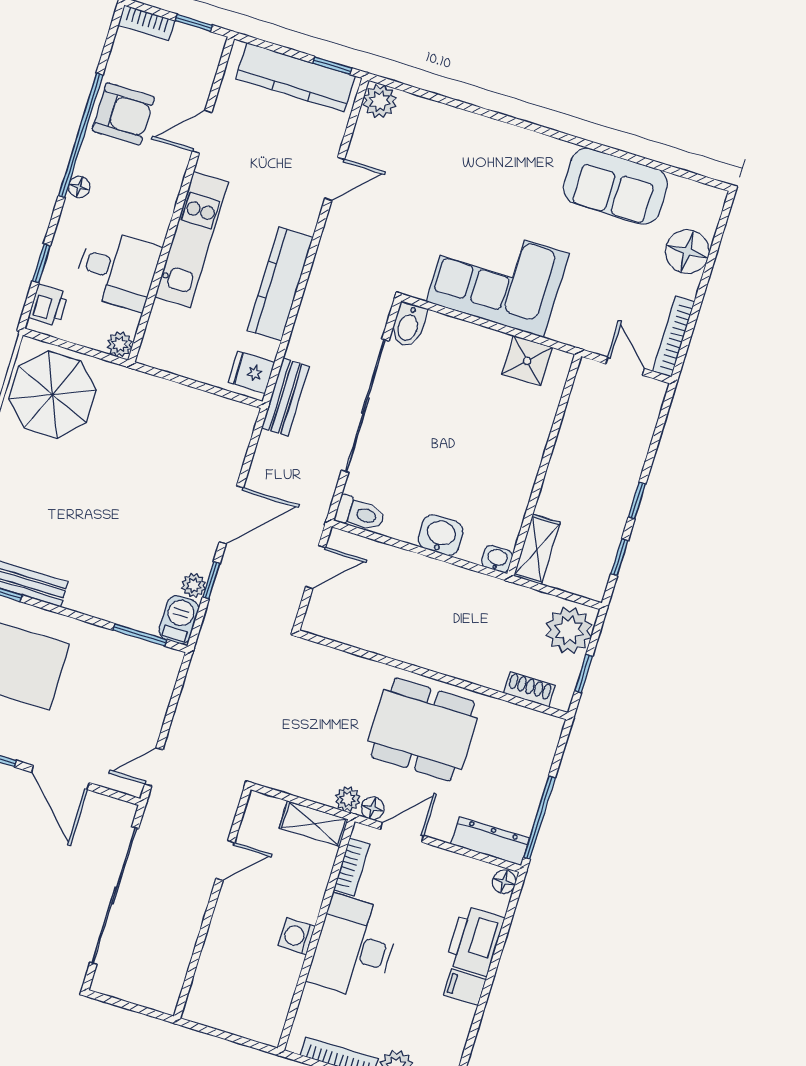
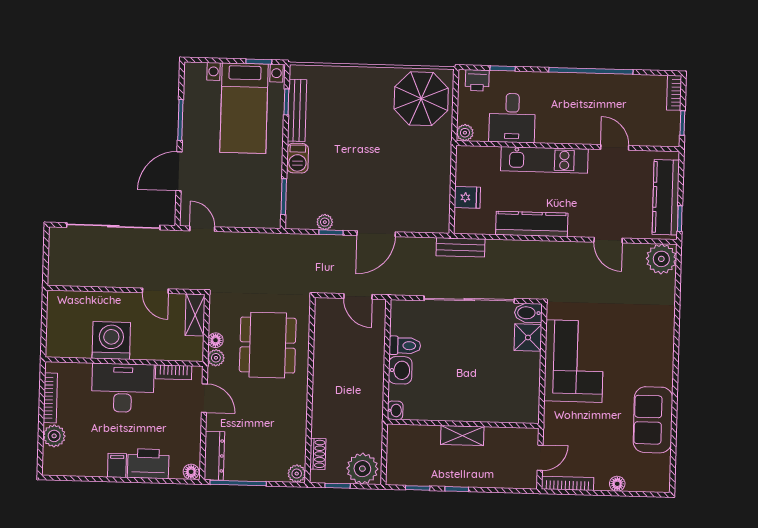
plant: (380, 101) -> (661, 259), width x1.36, depth x1.36
armchair: (123, 114) -> (612, 94), removed
floor lamp: (79, 187) -> (558, 79), removed
floor lamp: (687, 251) -> (617, 484), width x0.53, depth x0.53
shower: (527, 361) -> (528, 337), moved
fridge: (252, 372) -> (467, 197), moved, turned 90
toilet: (360, 514) -> (405, 346), moved, turned -90
door: (231, 515) -> (376, 234), hinge flipped
shelving: (537, 549) -> (462, 436), moved
barbecue: (179, 620) -> (298, 158), moved, turned 90
plant: (549, 728) -> (297, 474), added
dining table: (423, 729) -> (268, 345), moved
floor lamp: (373, 808) -> (216, 340), moved
shelving: (314, 824) -> (195, 315), moved
washing machine: (297, 936) -> (111, 341), width x1.89, depth x1.89

